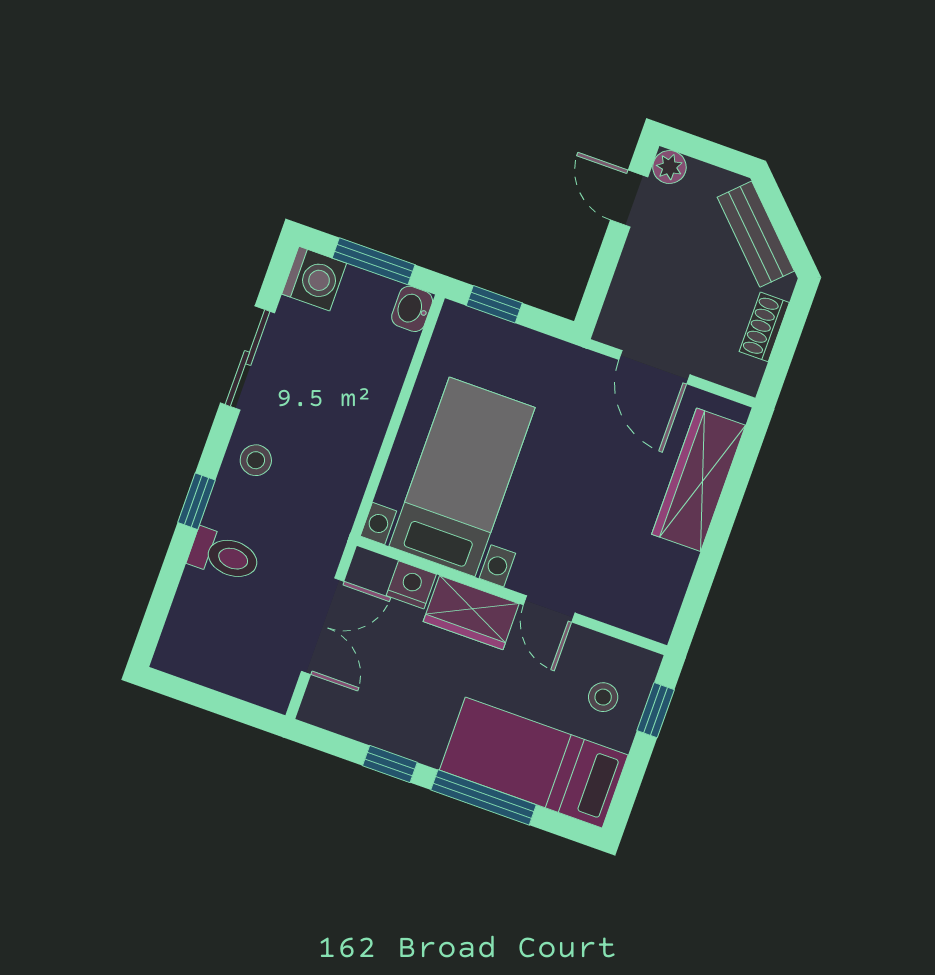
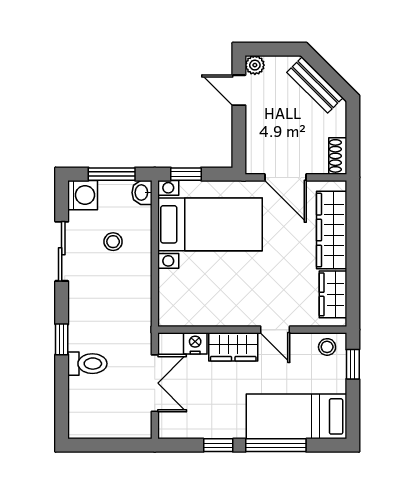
shoe rack: (764, 327) -> (338, 156), moved
stool: (256, 460) -> (113, 242), moved
bed with nightstands: (462, 477) -> (210, 224), moved, turned 90
wardrobe: (664, 585) -> (333, 294), added
stool: (603, 697) -> (327, 347), moved

